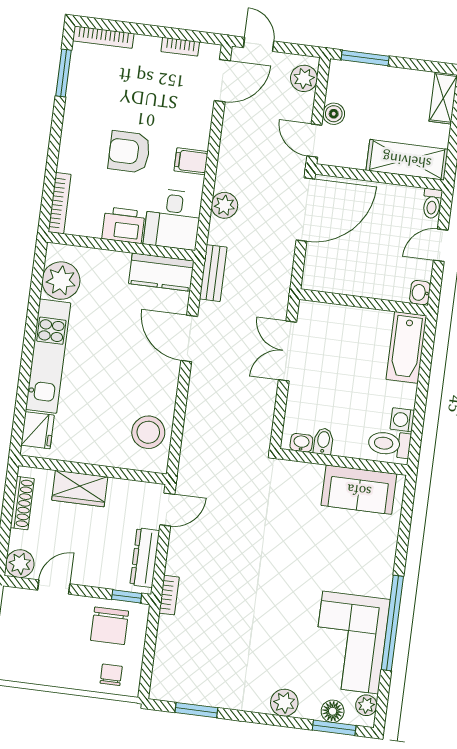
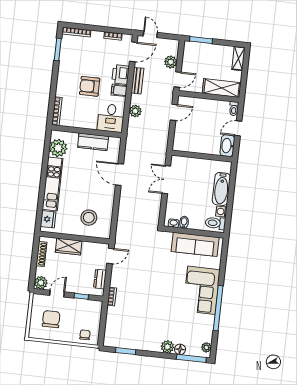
plant: (304, 78) -> (171, 62), moved
boiler: (334, 114) -> (186, 67), removed
door: (314, 141) -> (177, 80), swing flipped
door: (306, 210) -> (174, 112), width x0.53
printer: (123, 225) -> (121, 74), moved, turned -90
kitchen counter: (161, 272) -> (93, 142), moved
bench: (213, 273) -> (137, 81), moved
washbasin: (420, 293) -> (227, 146), width x1.91, depth x1.45
bathtub: (406, 347) -> (221, 189), moved
stool: (148, 432) -> (89, 218), moved
sofa: (359, 490) -> (195, 244), width x1.36
dresser: (145, 558) -> (100, 279), width x0.70
window: (127, 596) -> (81, 296), moved
chair: (110, 626) -> (51, 319), moved, turned 180
corner sofa: (351, 643) -> (201, 290), moved
floor lamp: (333, 711) -> (180, 349), moved
window: (334, 728) -> (191, 358), width x1.44

